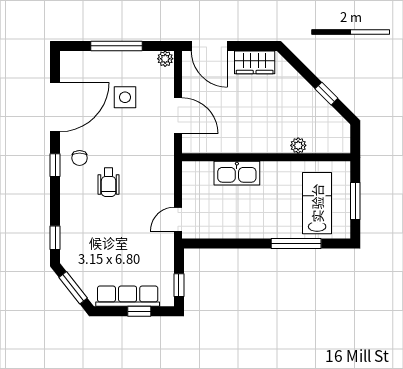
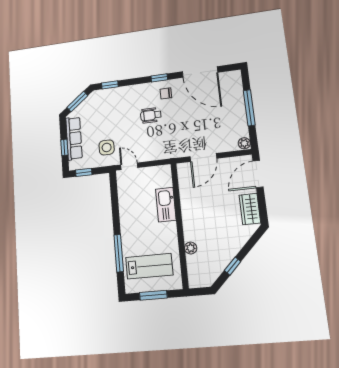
side table: (125, 97) -> (107, 147), moved

